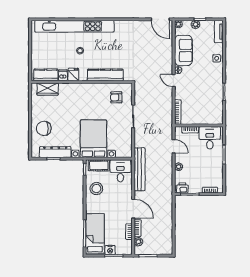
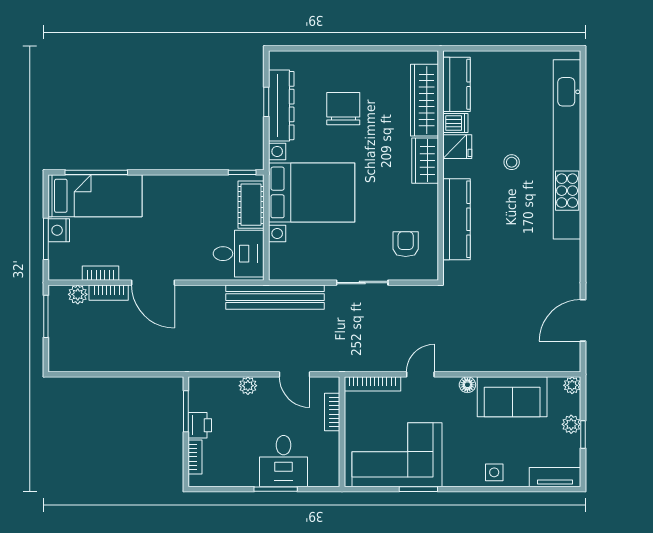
door: (160, 19) -> (583, 320), moved
door: (174, 81) -> (420, 374), moved
wardrobe: (48, 89) -> (424, 100), width x1.50
wardrobe: (79, 89) -> (425, 161), added
corner sofa: (209, 101) -> (397, 455), added
chair: (44, 128) -> (343, 109), moved
desk: (210, 138) -> (284, 461), moved, turned 90
door: (174, 146) -> (295, 374), hinge flipped
bench: (140, 169) -> (275, 297), moved
printer: (182, 188) -> (200, 425), moved
stool: (96, 189) -> (198, 199), removed
door: (133, 209) -> (153, 283), hinge flipped

